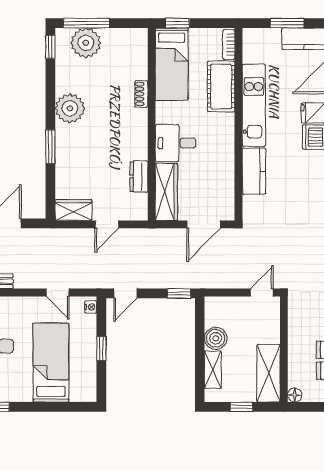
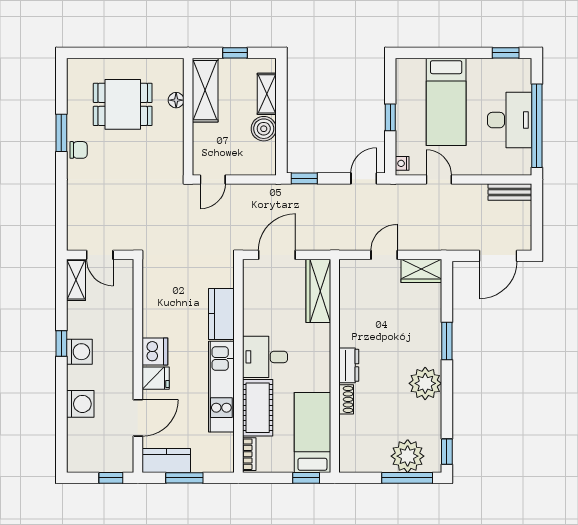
desk: (176, 143) -> (265, 357), moved, turned 180
dresser: (139, 177) -> (349, 365), moved
floor lamp: (295, 395) -> (176, 100), moved

